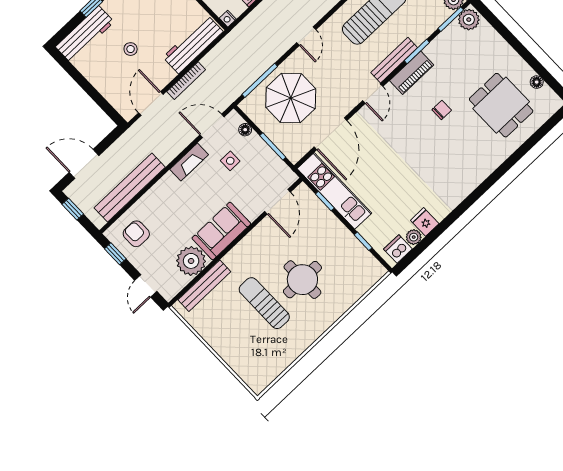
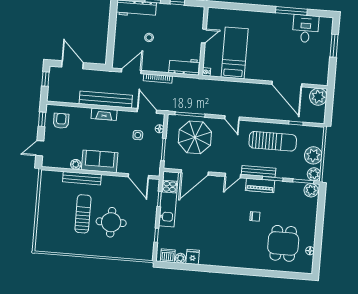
door: (306, 36) -> (232, 118), hinge flipped
workbench: (193, 44) -> (184, 67), width x0.73
fireplace: (189, 162) -> (104, 114), moved
bench: (130, 187) -> (106, 100), moved
door: (278, 202) -> (138, 176), hinge flipped
plant: (191, 261) -> (76, 164), width x0.53, depth x0.53
bench: (204, 286) -> (82, 178), moved

